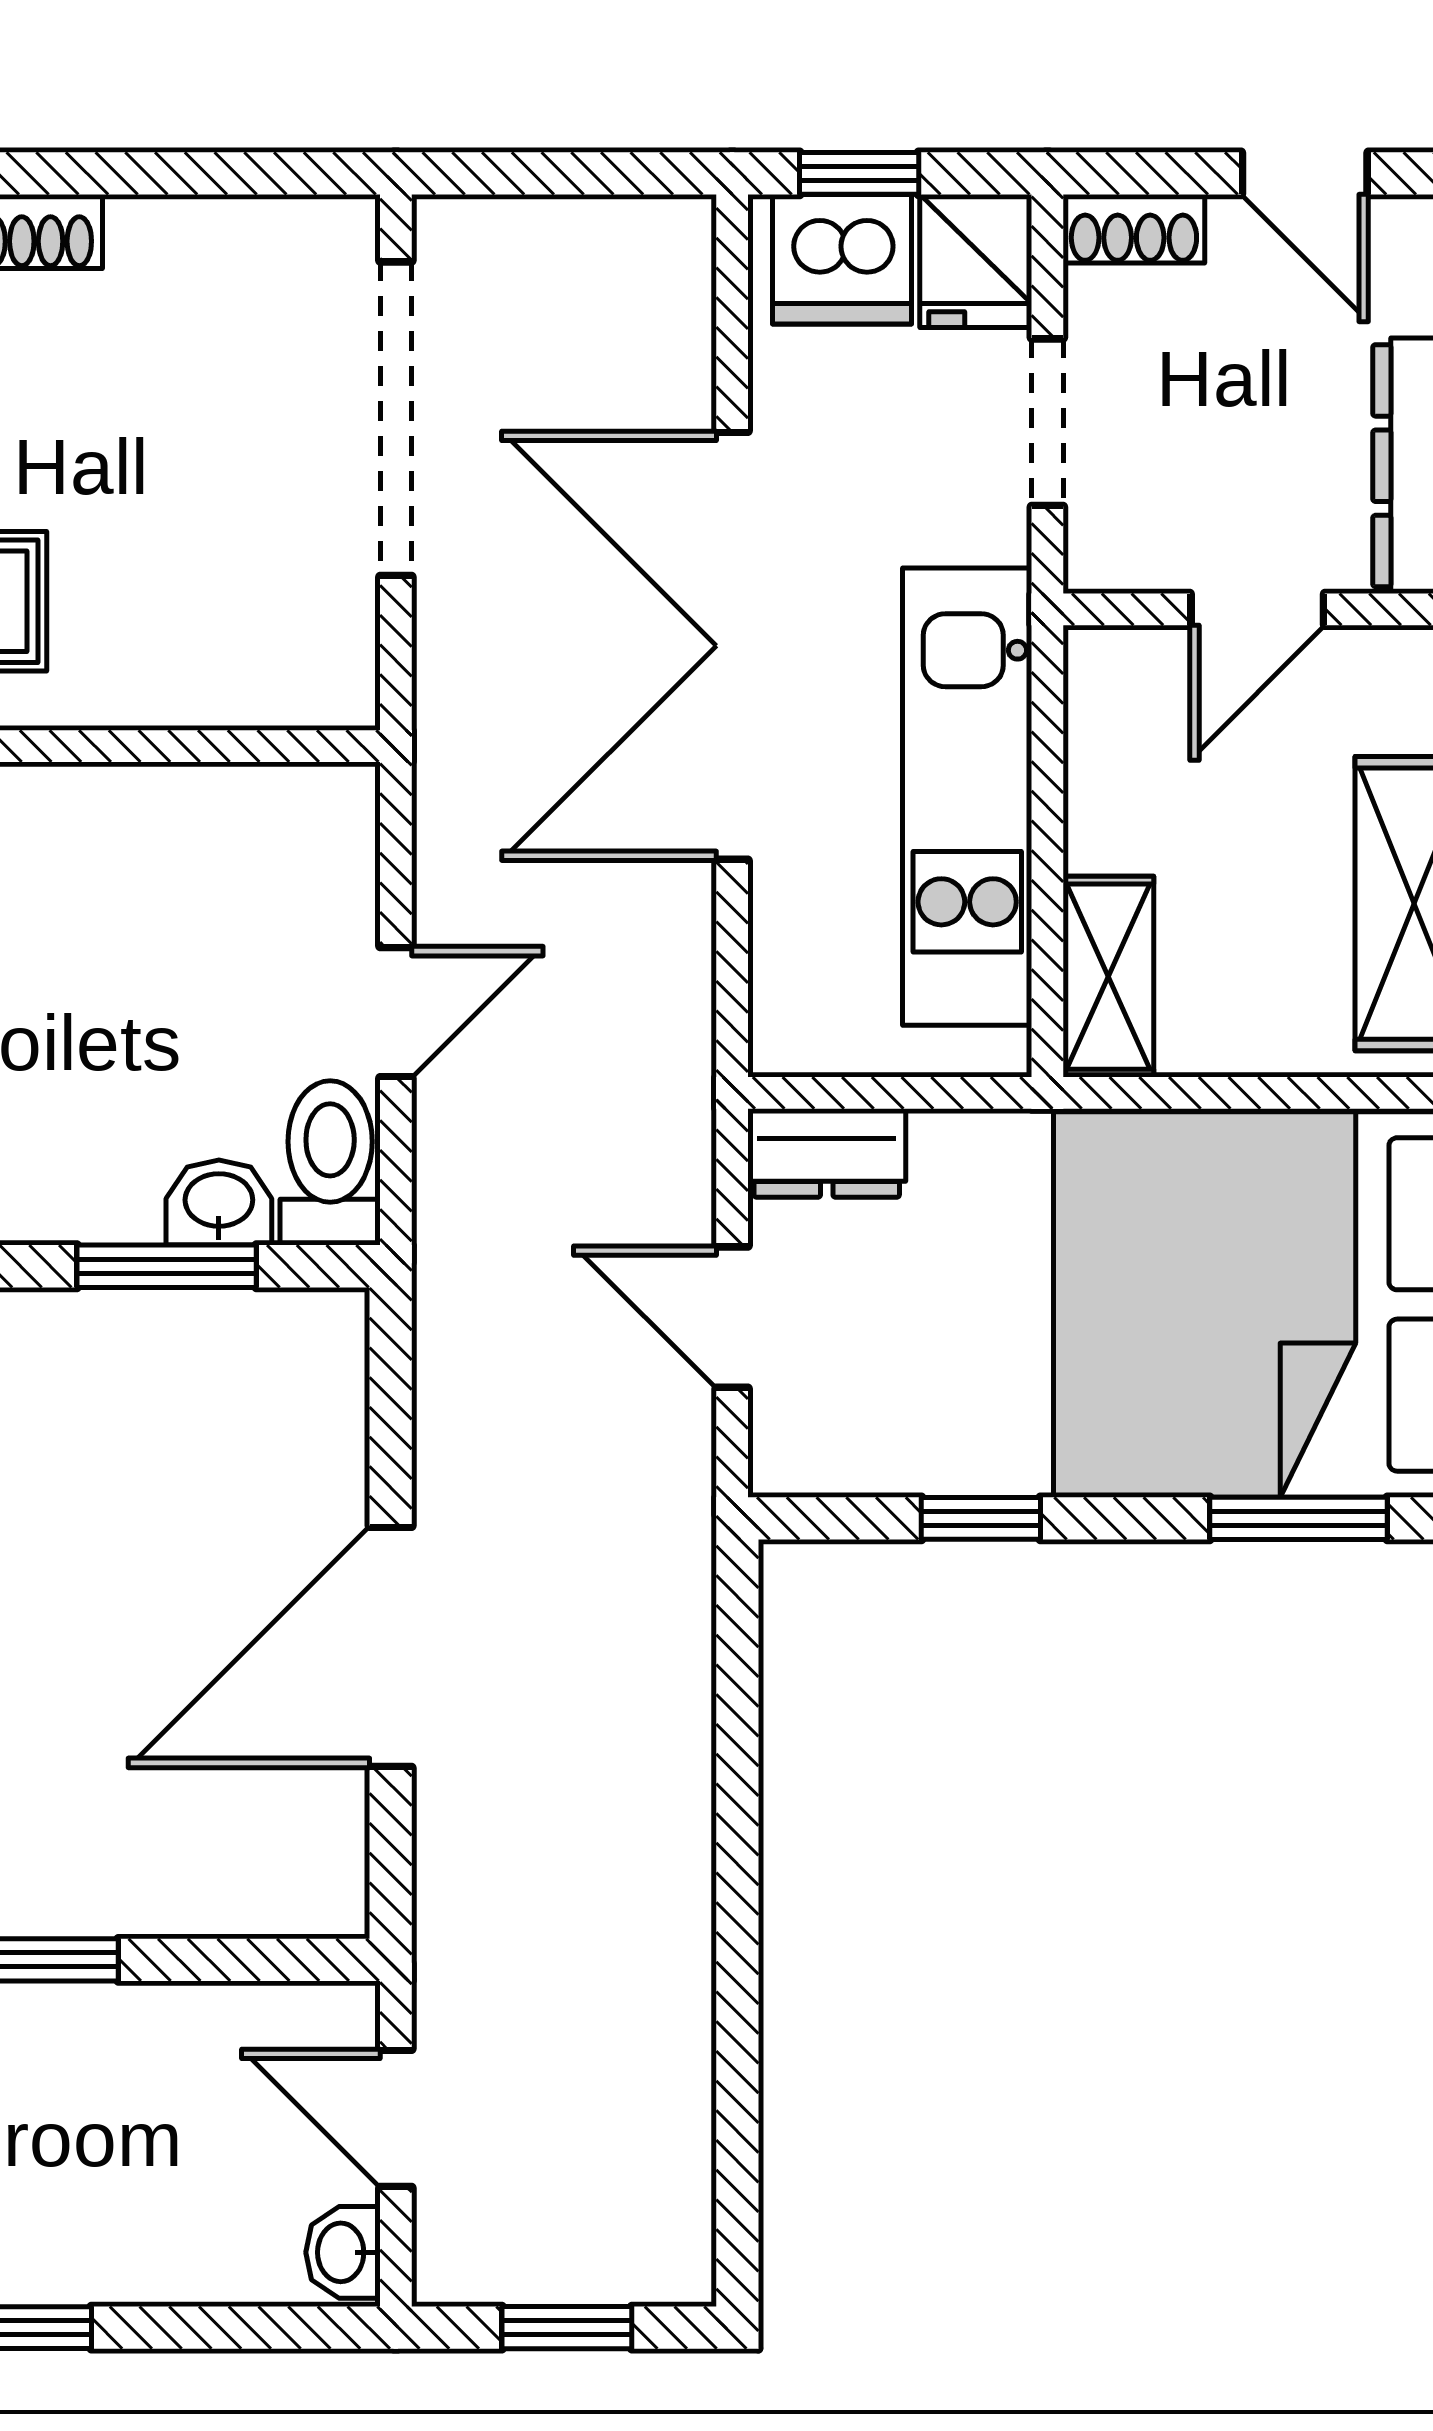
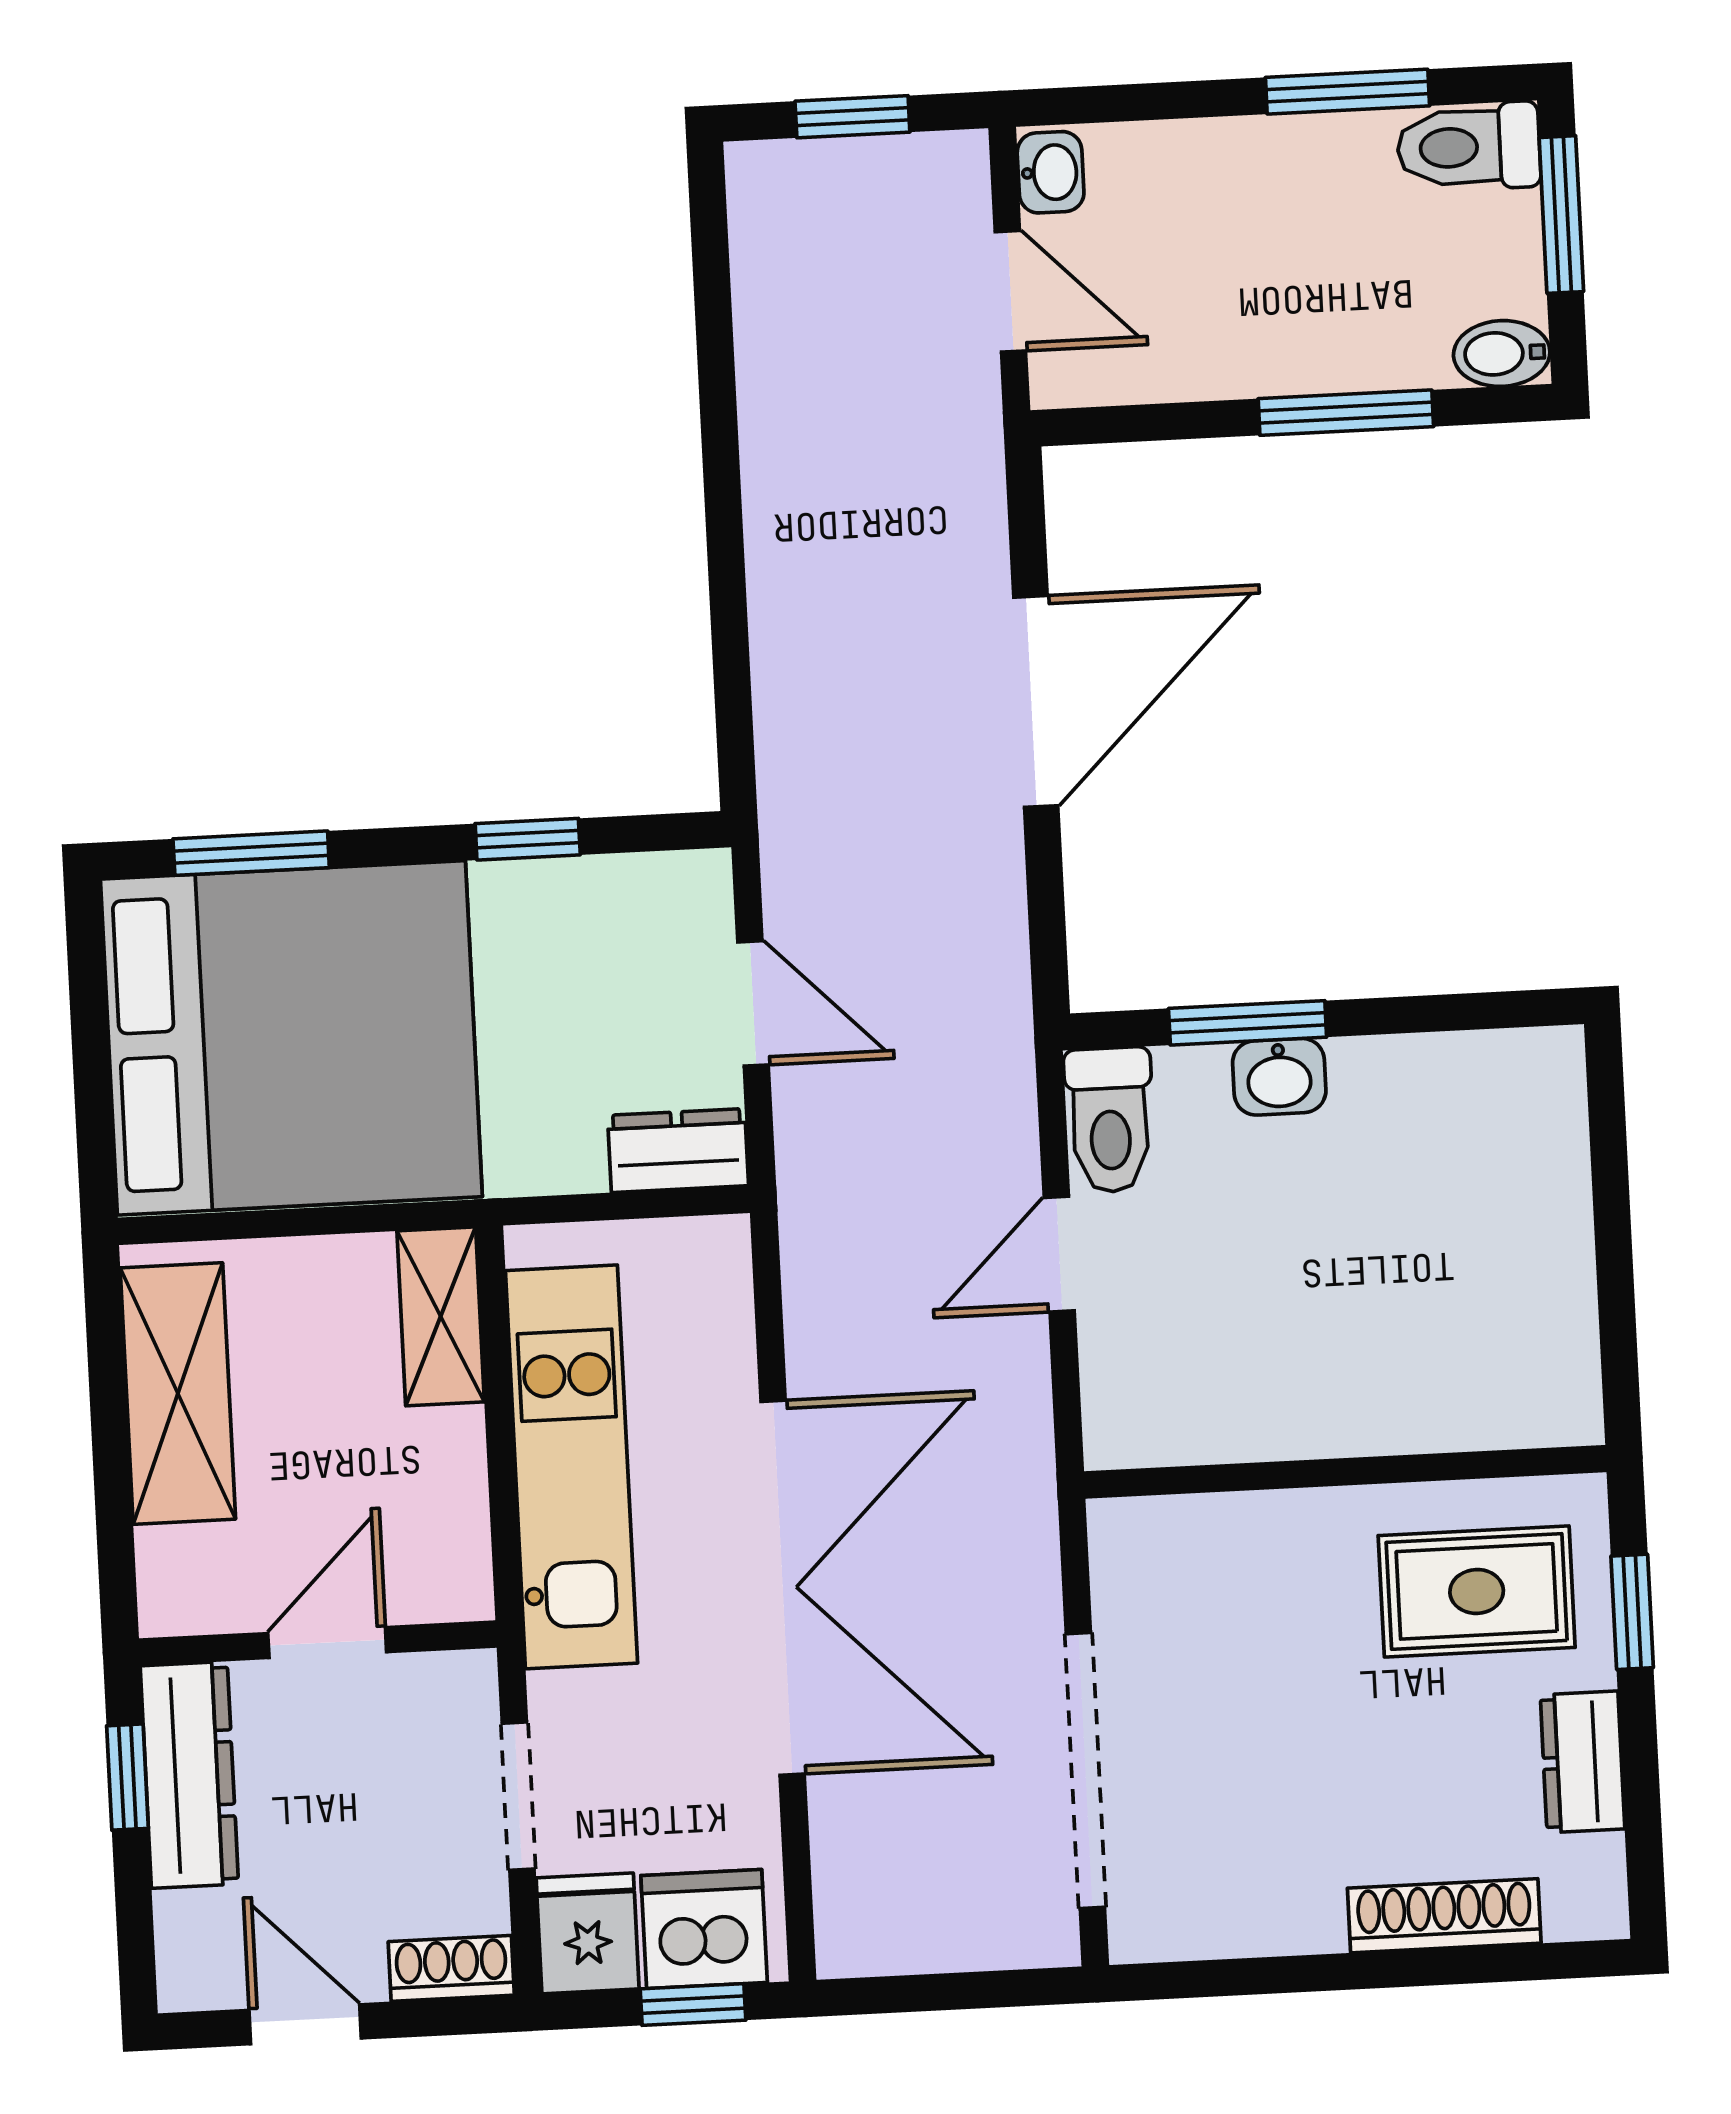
washbasin: (219, 1203) -> (1279, 1077), moved

